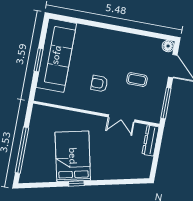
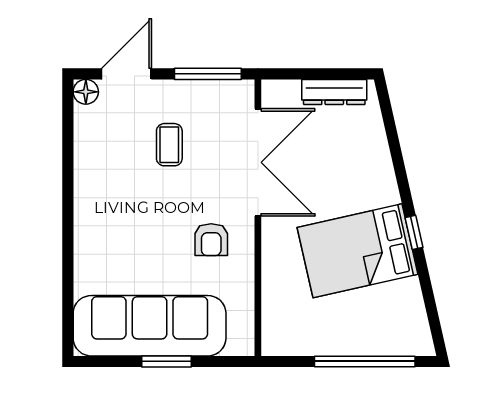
armchair: (99, 84) -> (211, 240), moved
double door: (121, 118) -> (258, 162), width x1.87
dresser: (150, 141) -> (334, 92), moved

